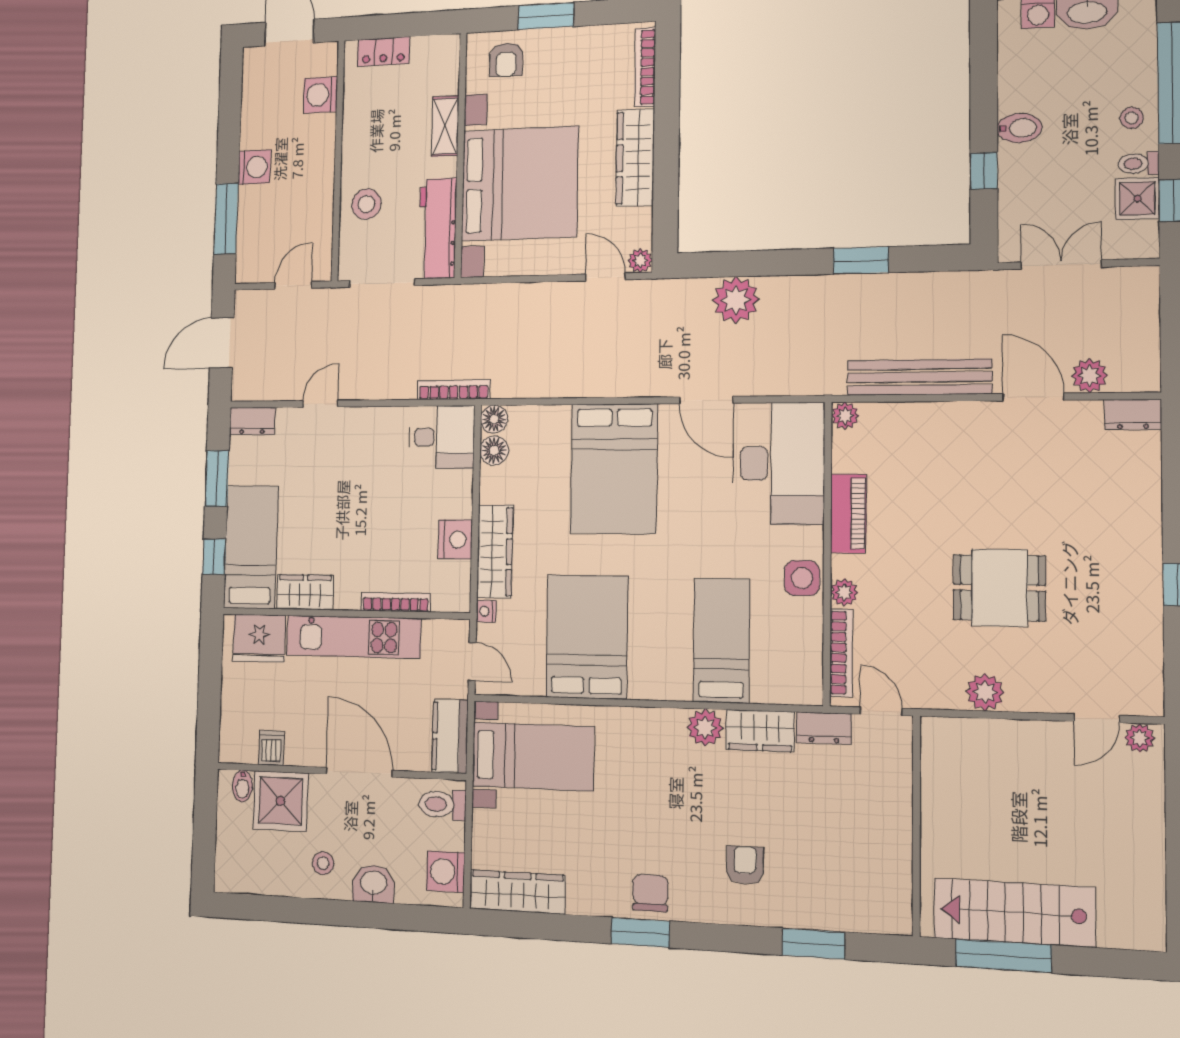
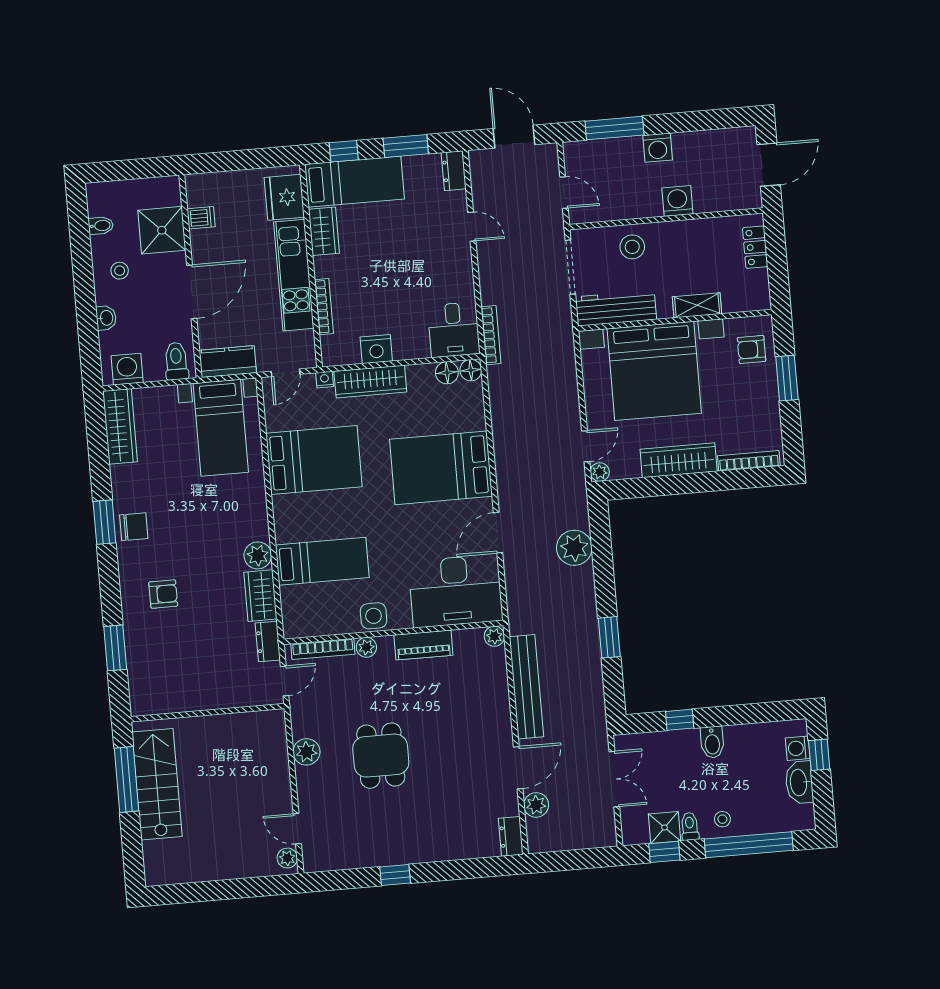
washing machine: (320, 95) -> (677, 201), moved
bidet: (242, 786) -> (101, 226), moved, turned 180
washbasin: (373, 884) -> (106, 318), width x0.72, depth x0.69

